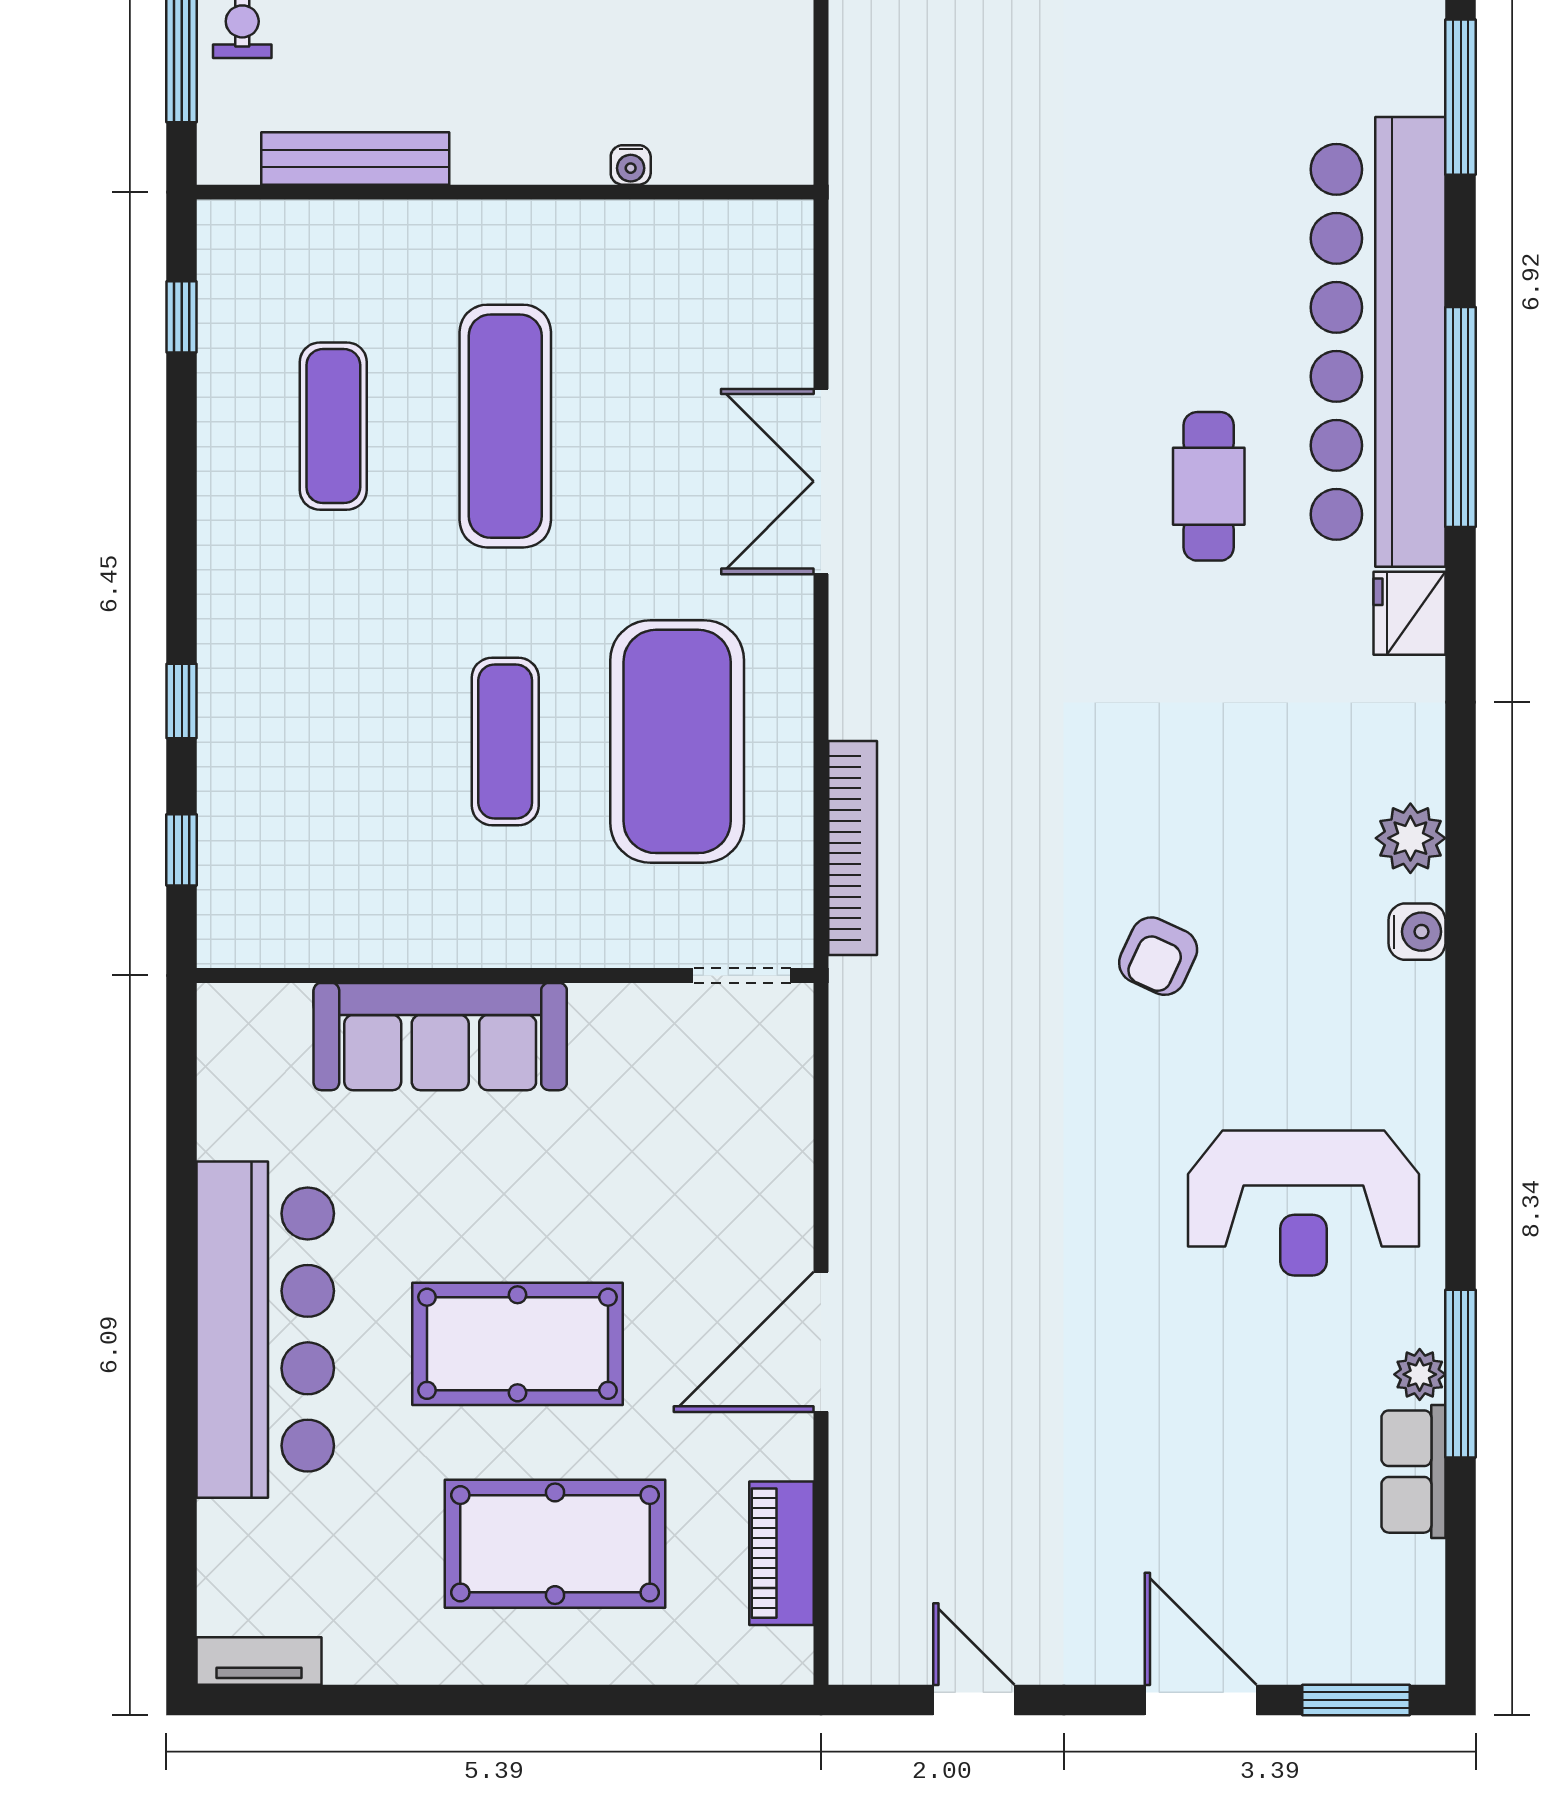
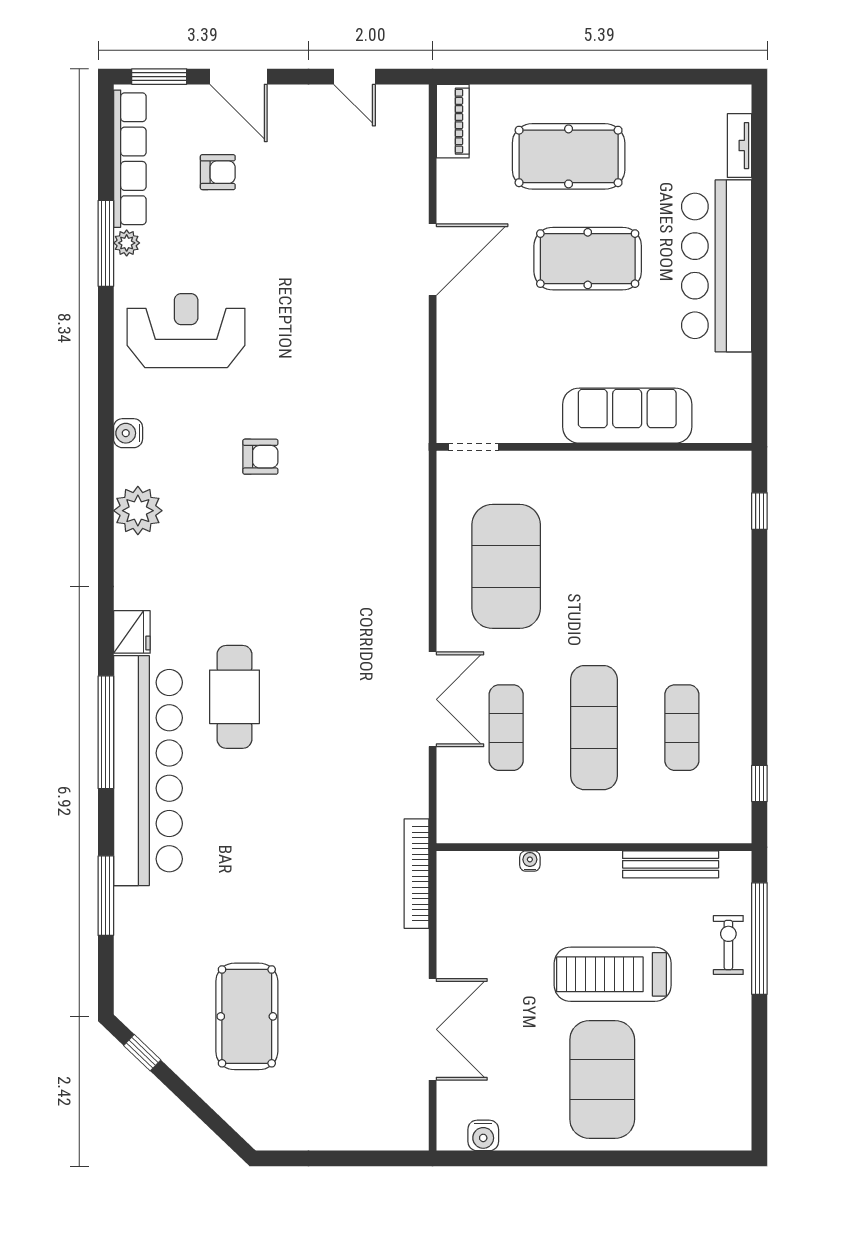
cafe table: (1209, 486) -> (234, 697), width x1.37, depth x1.35
window: (182, 701) -> (759, 587), removed
exercise mat: (505, 741) -> (506, 728), moved
plant: (1410, 838) -> (138, 511), width x1.36, depth x1.36
bookcase: (853, 848) -> (416, 874), moved
water cooler: (1417, 932) -> (128, 433), moved
armchair: (1158, 956) -> (260, 457), turned 65
row of seats: (1413, 1472) -> (130, 159), width x2.02
armchair: (1241, 1513) -> (218, 172), added
piano: (782, 1553) -> (453, 121), moved
tv unit: (259, 1661) -> (739, 146), moved, turned 90

